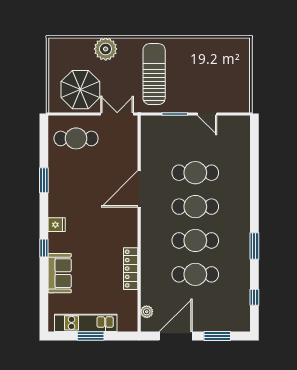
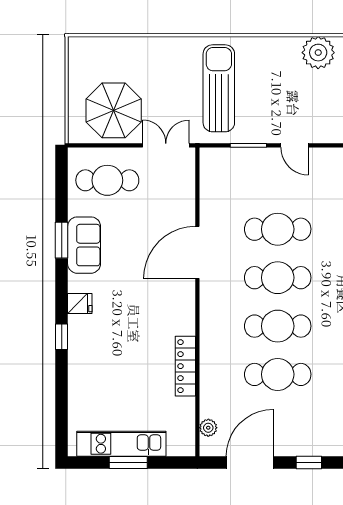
plant: (106, 49) -> (318, 53), moved
sofa: (60, 273) -> (84, 245), moved
window: (217, 336) -> (309, 462), width x0.67

